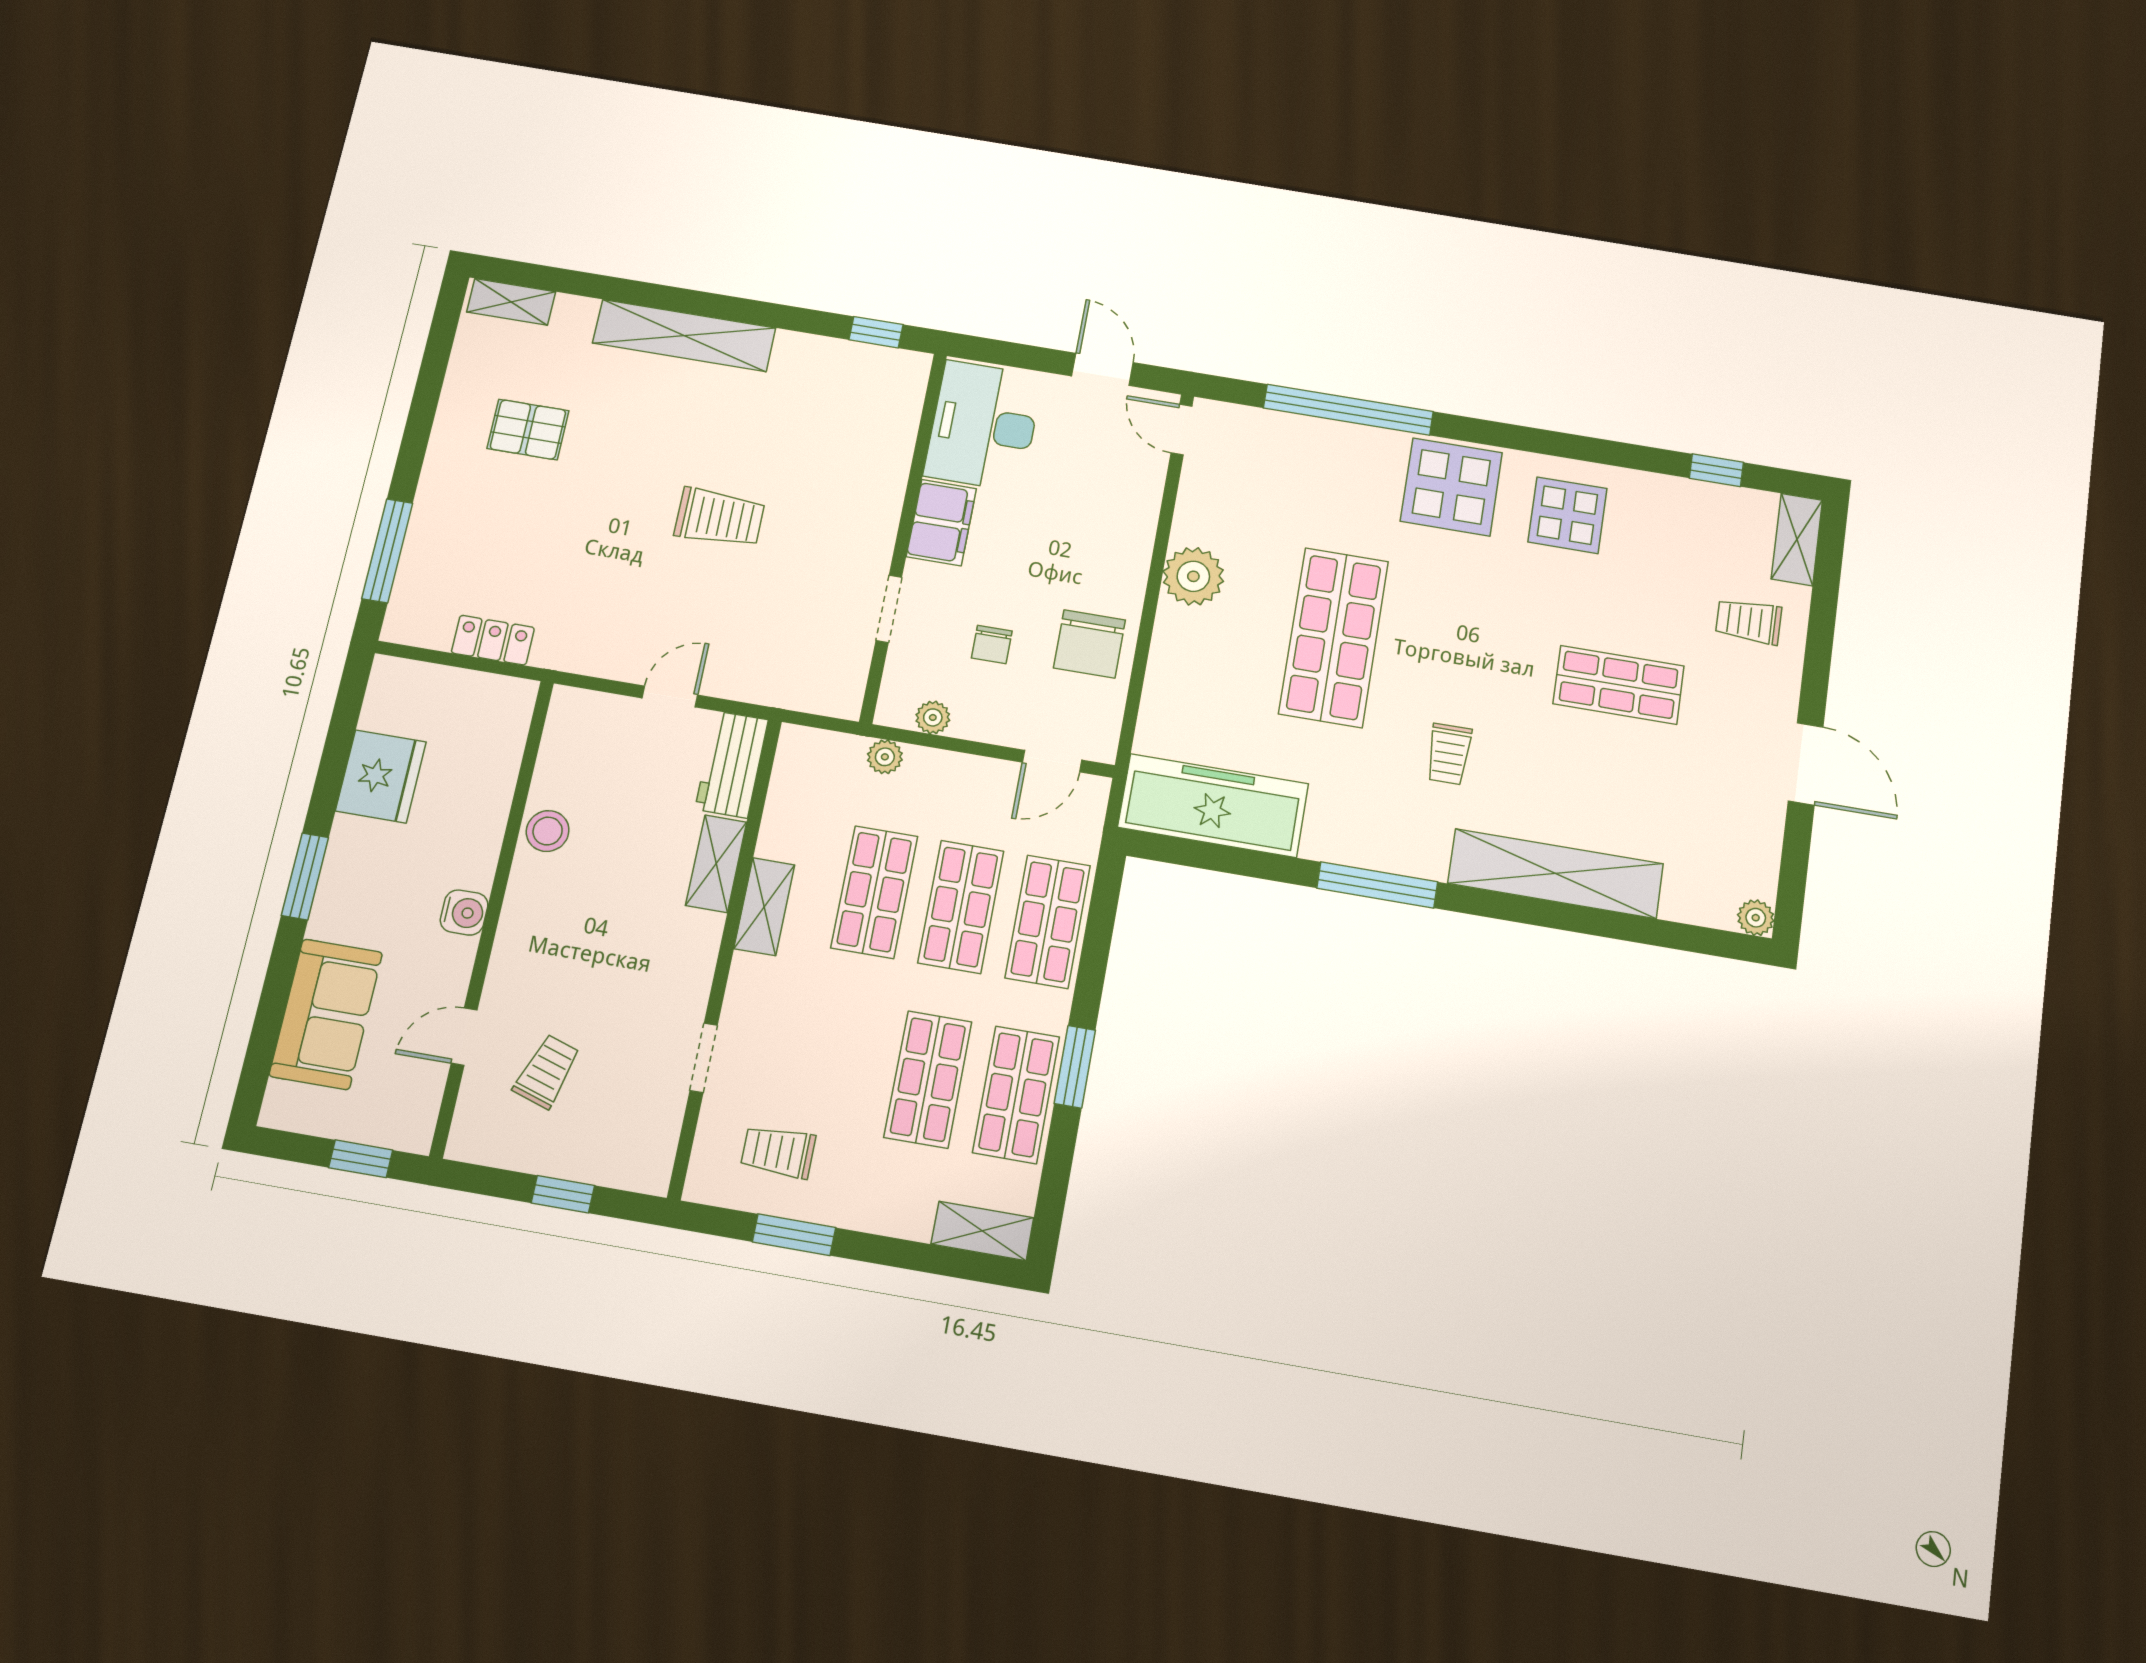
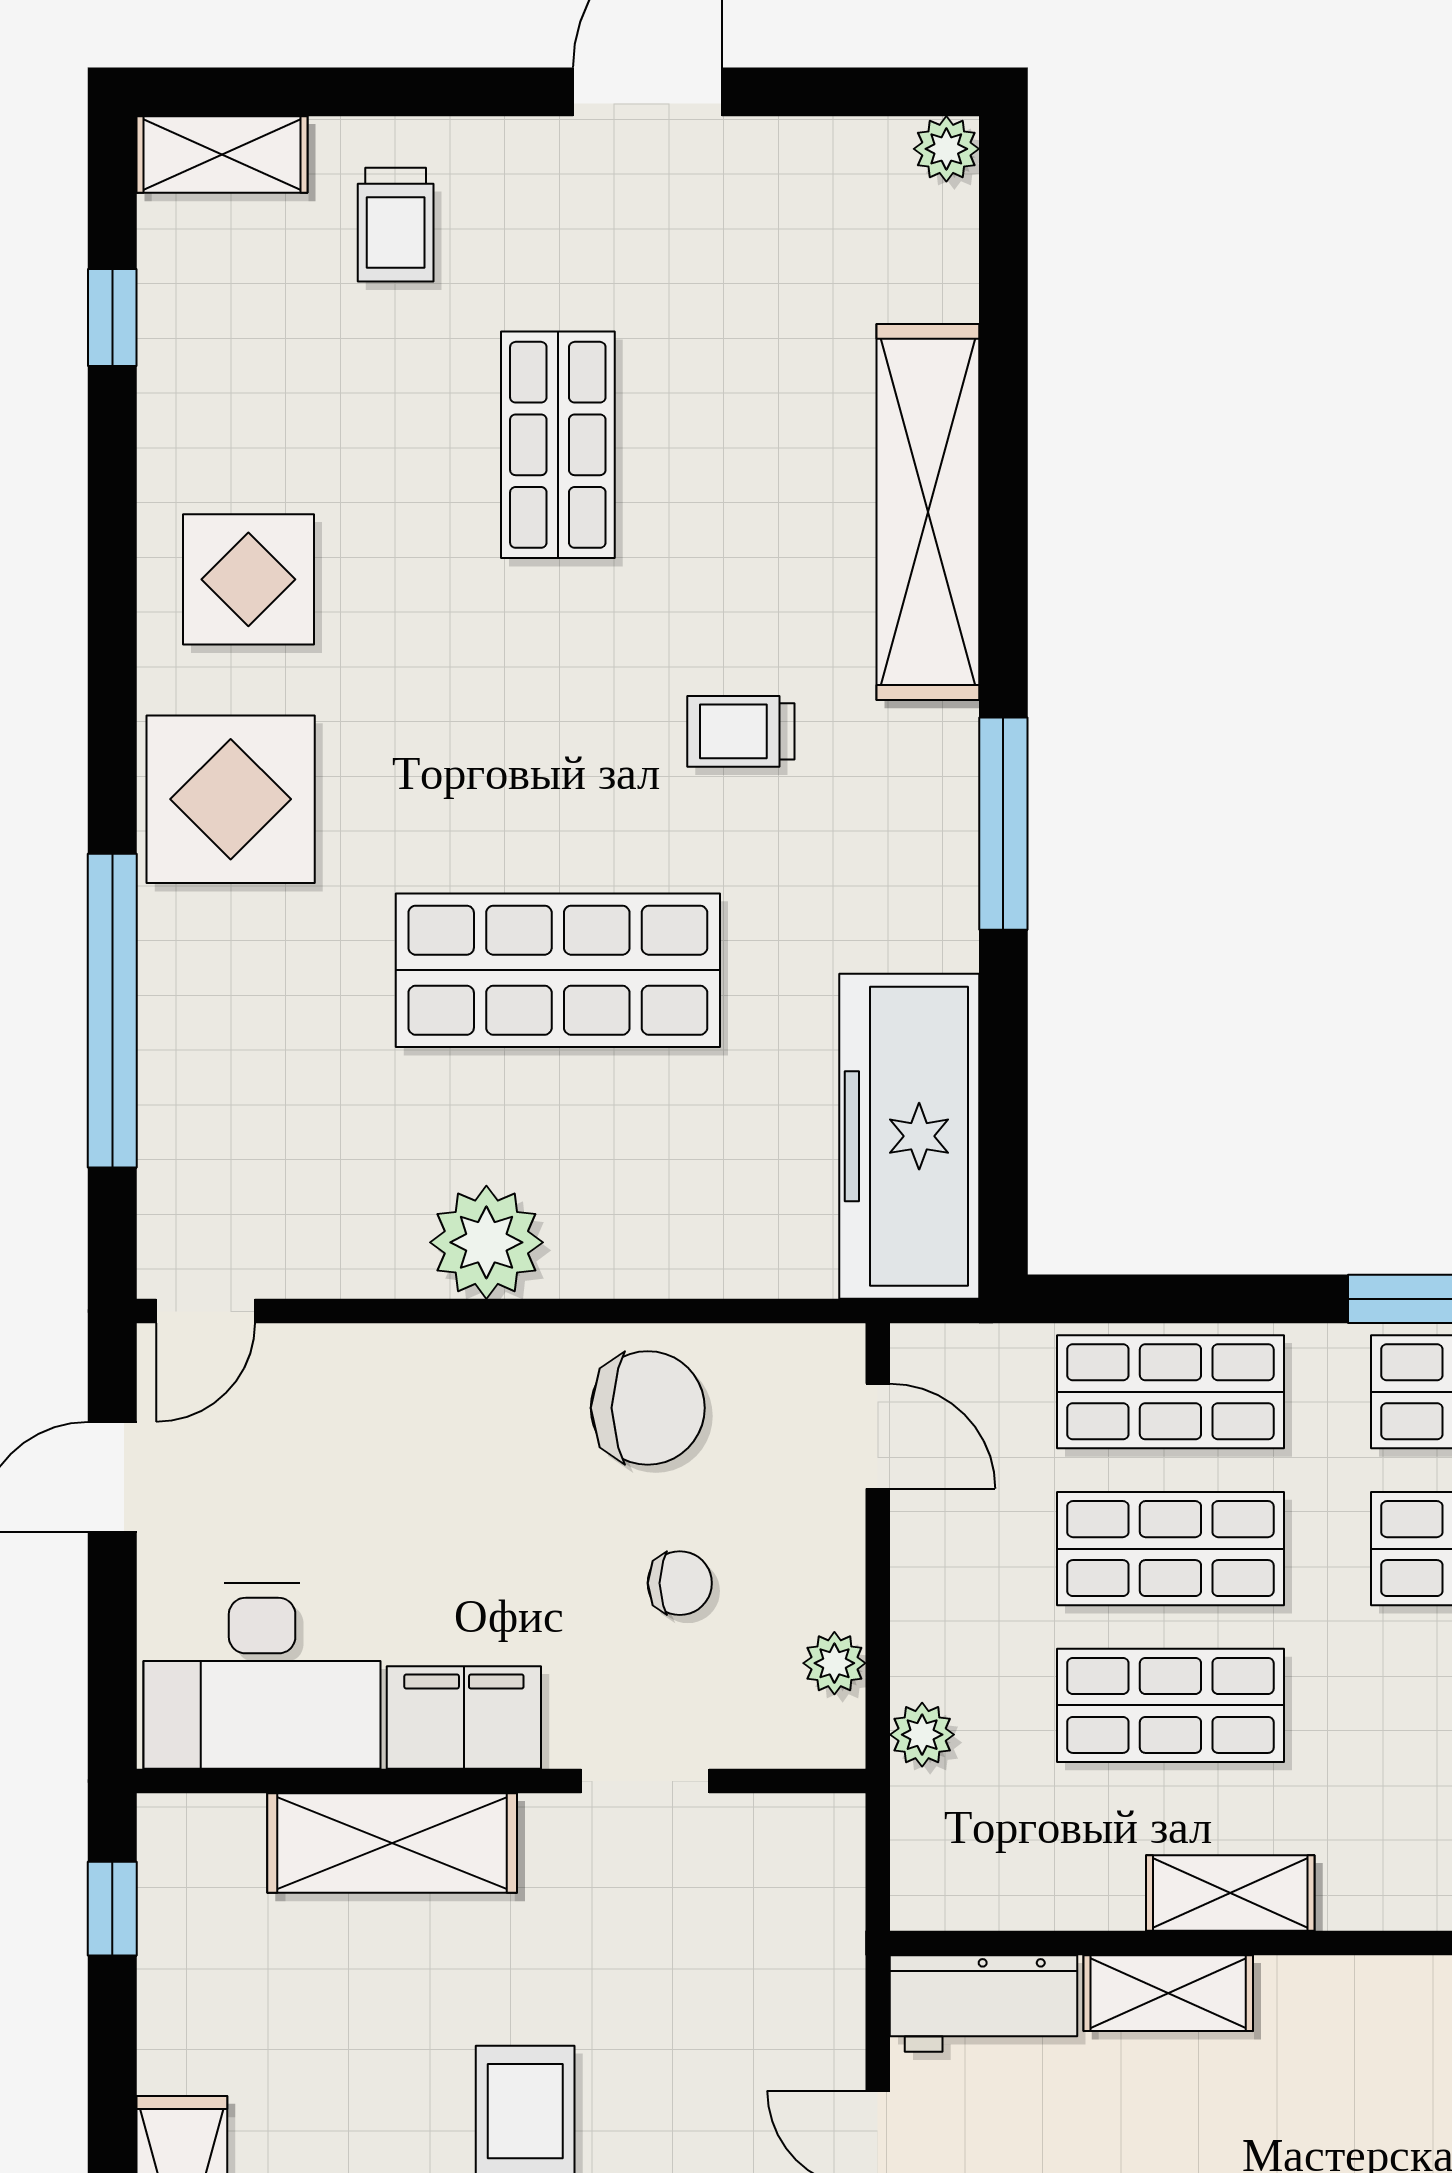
shelving: (882, 476) -> (392, 1843), added
trolley: (1449, 754) -> (741, 731), turned 180

